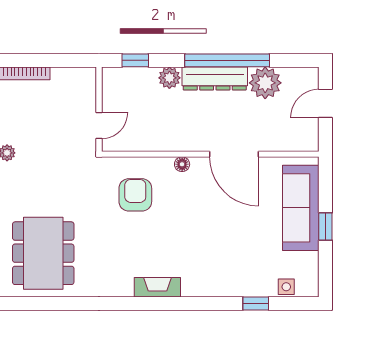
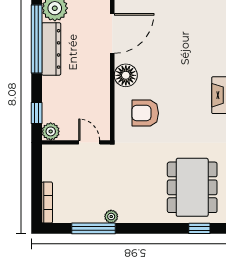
plant: (169, 78) -> (51, 131), moved
floor lamp: (182, 164) -> (126, 75), width x1.89, depth x1.89
dining table: (43, 253) -> (192, 187), turned 90

